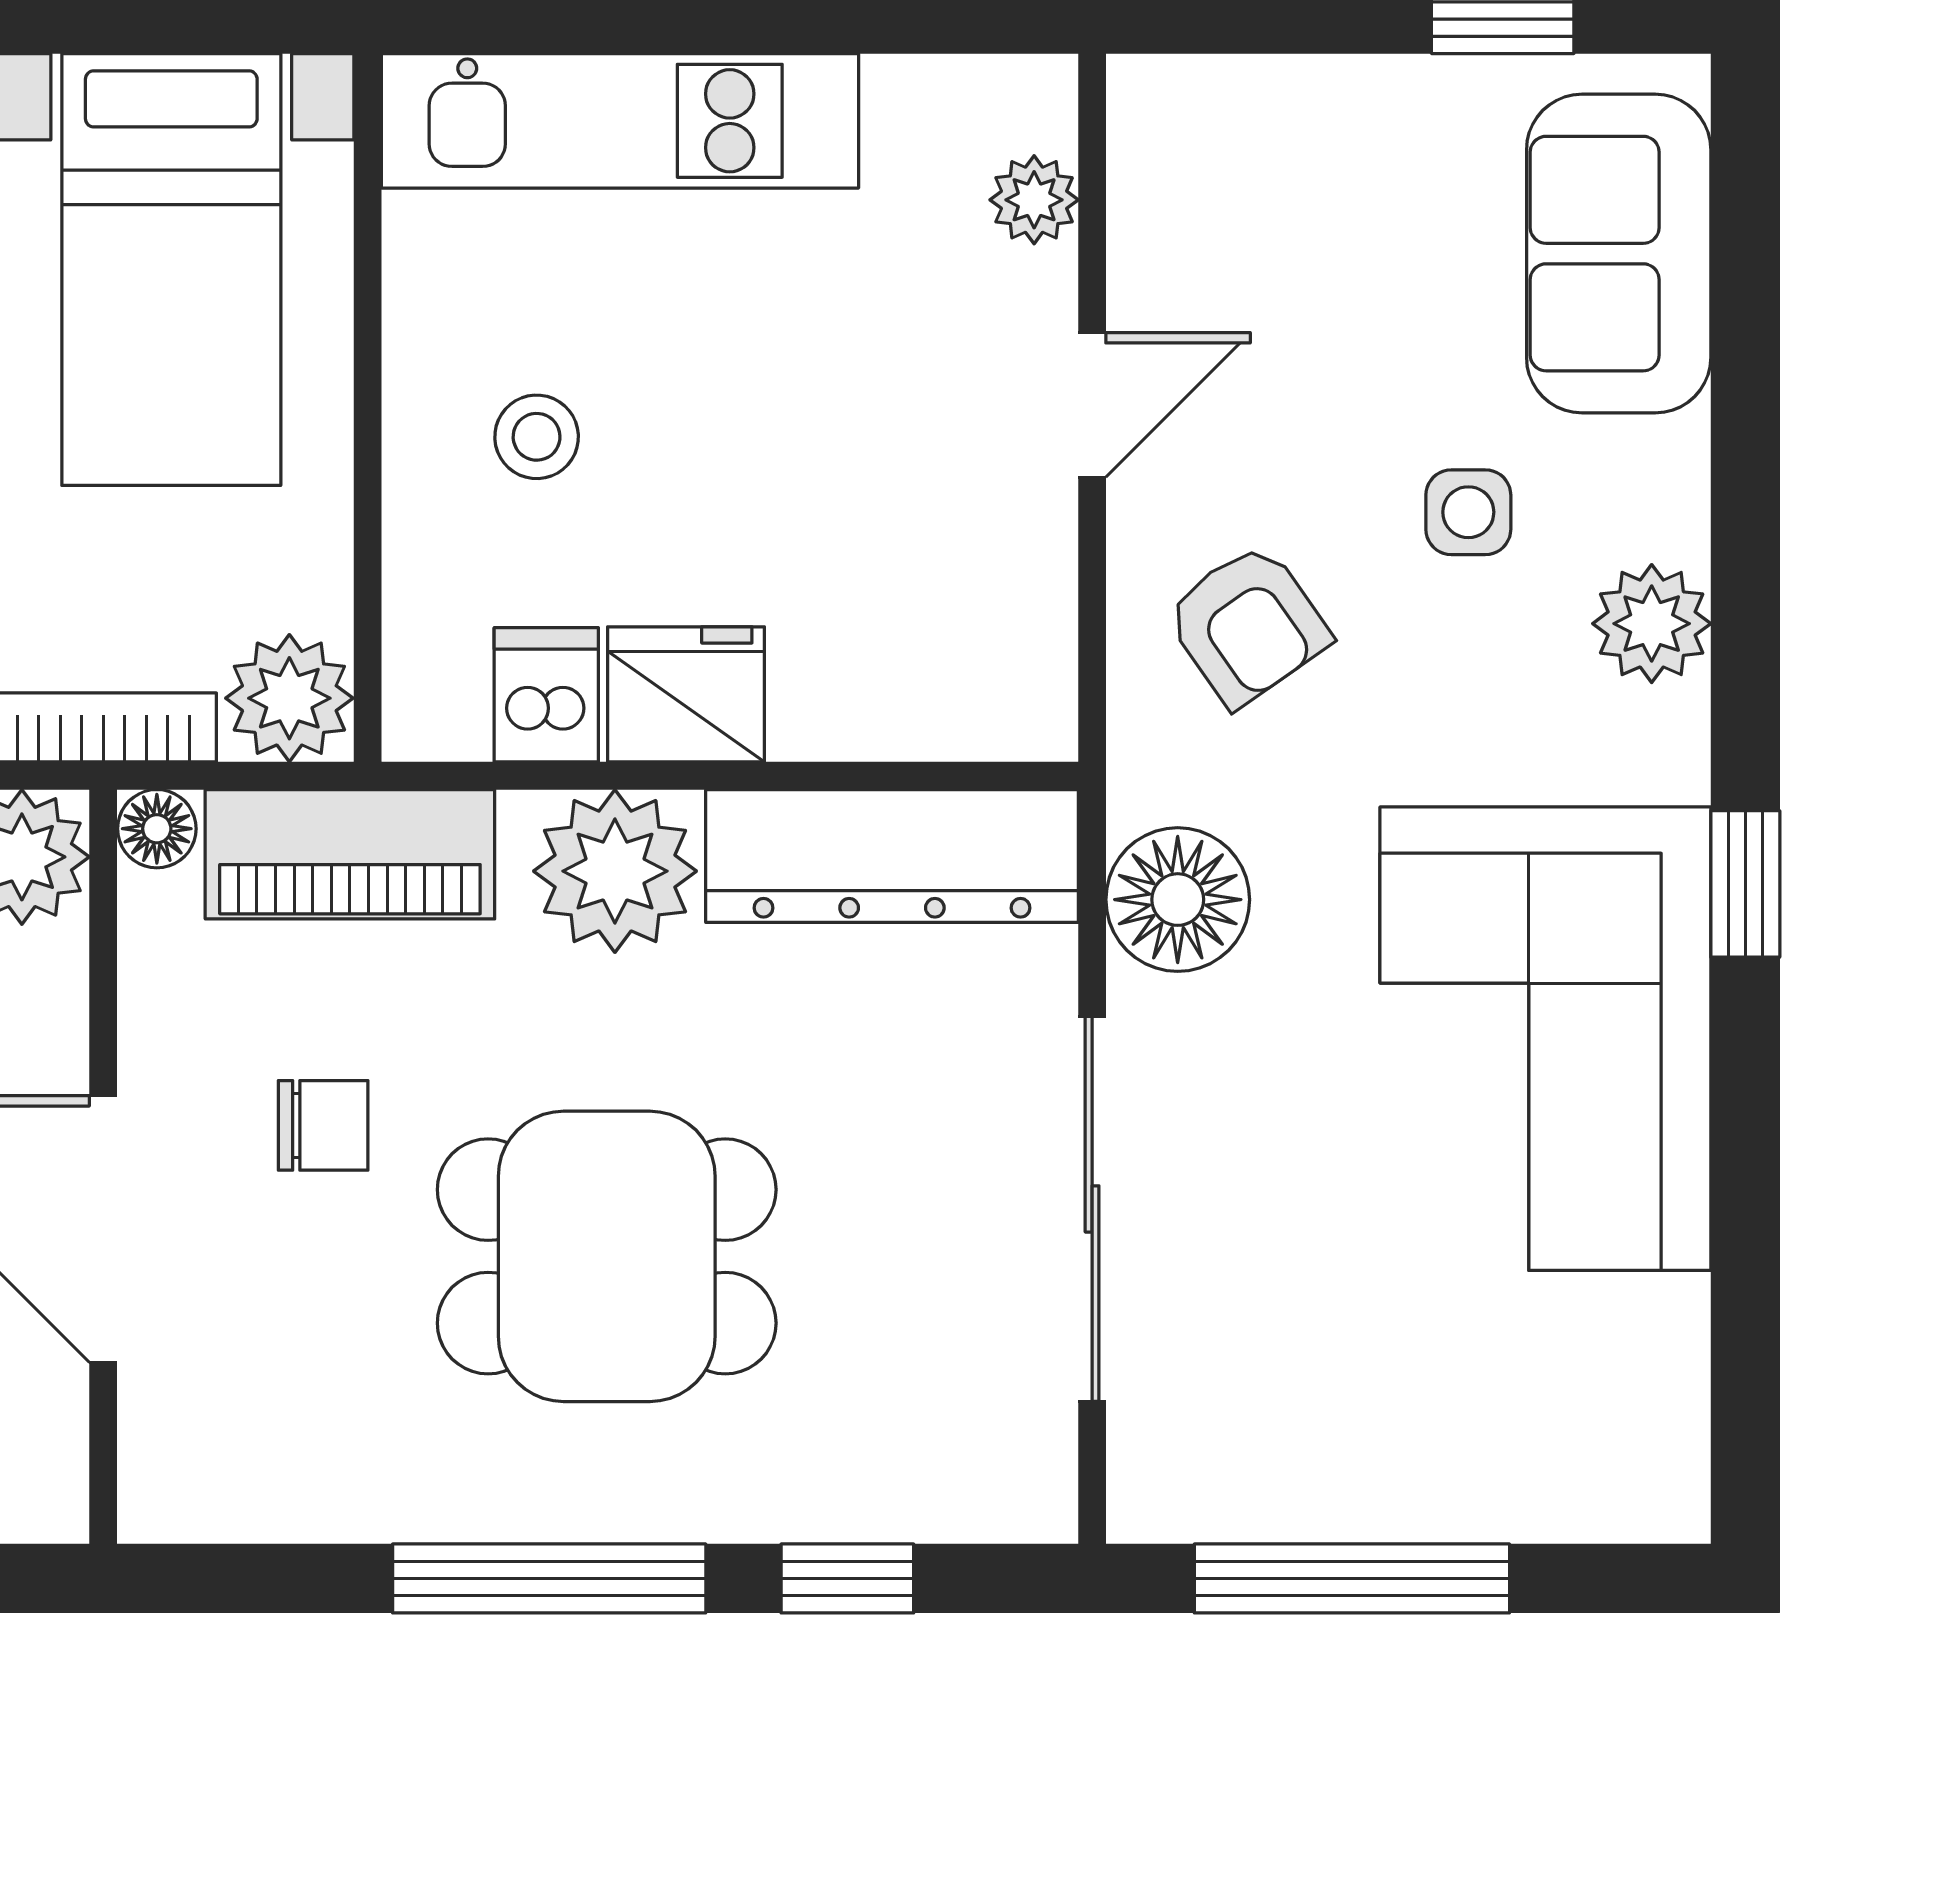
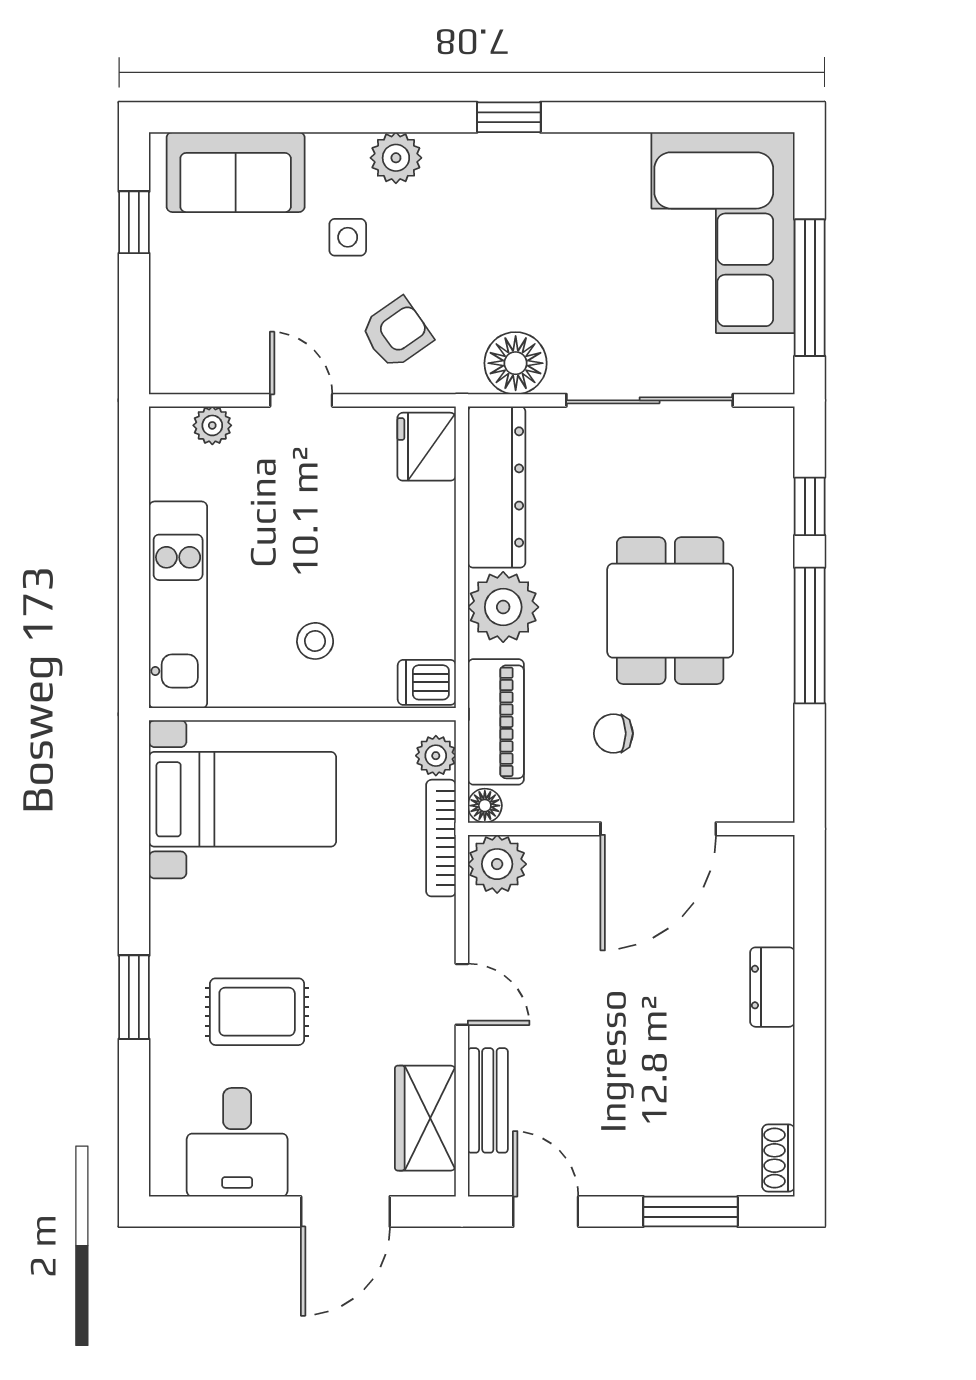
fridge: (686, 694) -> (427, 447), moved
dishwasher: (546, 695) -> (427, 682), moved
plant: (289, 698) -> (436, 756), width x0.73, depth x0.73
corner sofa: (1545, 1039) -> (723, 233), moved, turned 90
chair: (323, 1125) -> (613, 733), turned -90

